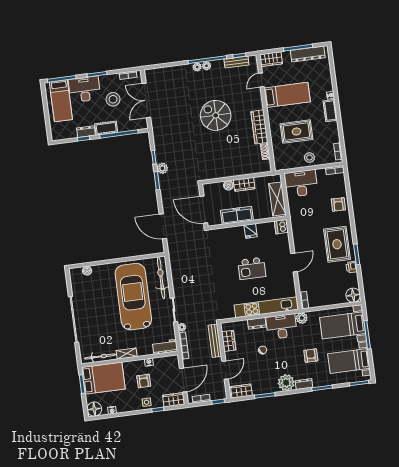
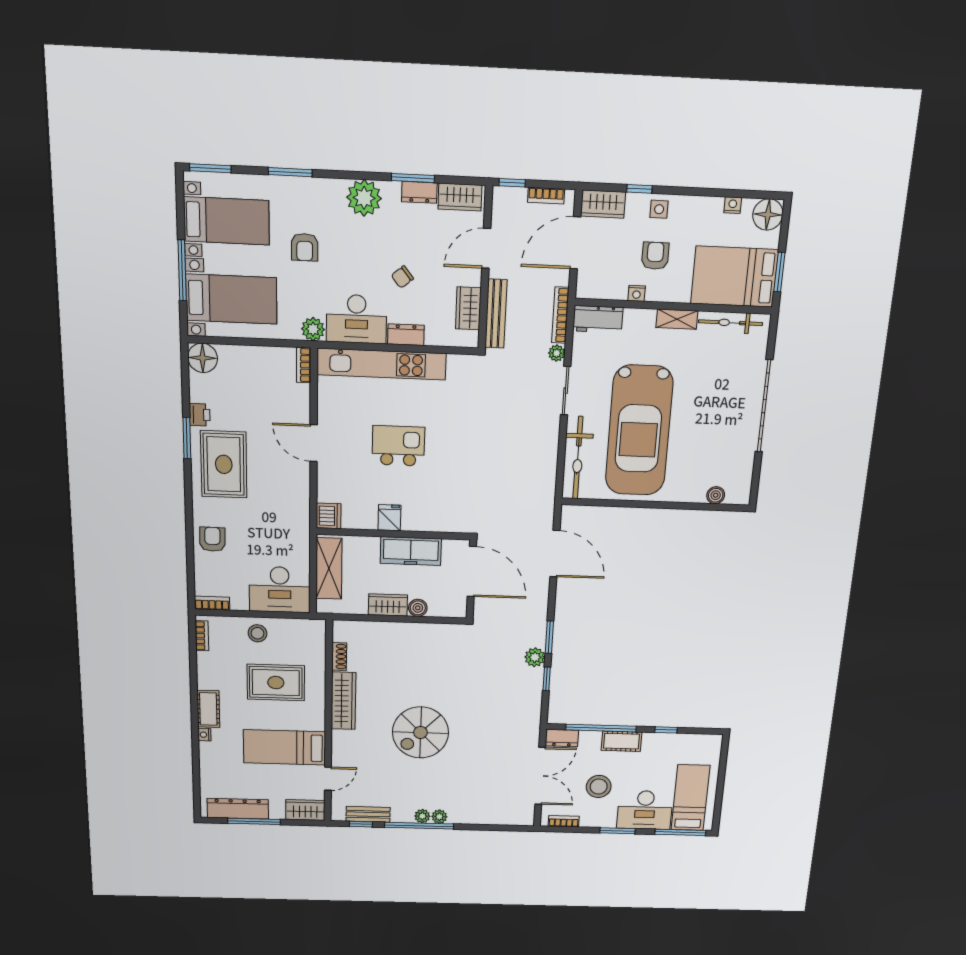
spiral stairs: (216, 115) -> (420, 732), turned 90
dresser: (86, 132) -> (562, 738), moved
door: (294, 263) -> (314, 443), hinge flipped
dresser: (304, 384) -> (419, 192), moved

